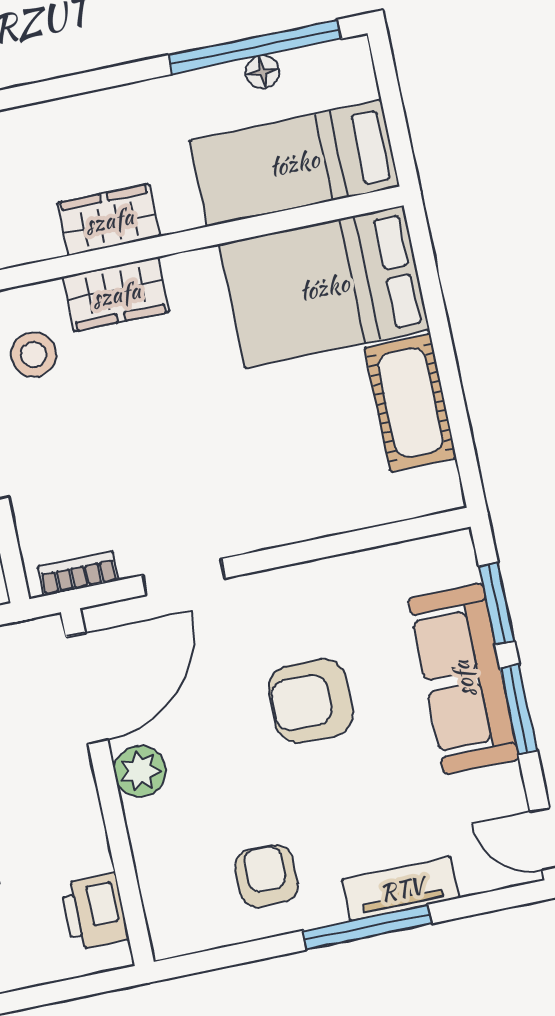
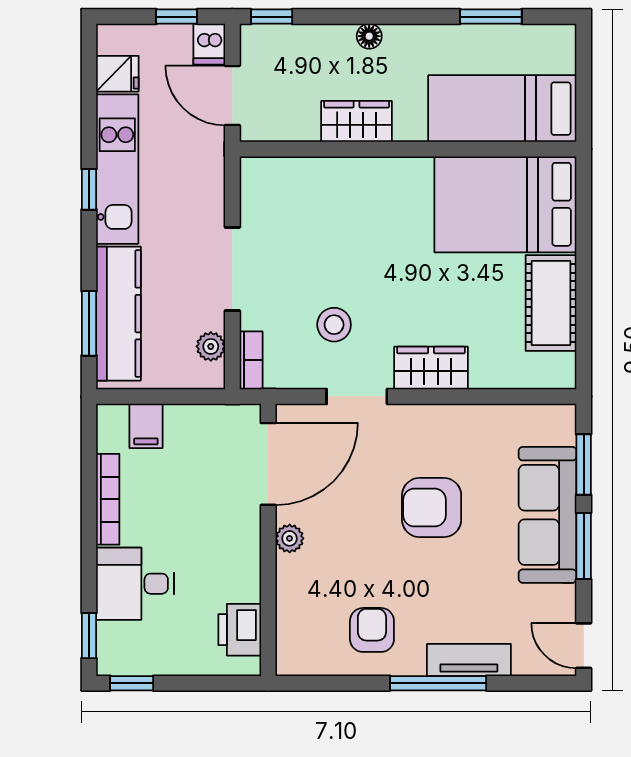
window: (255, 47) -> (491, 17), width x0.47
floor lamp: (263, 72) -> (369, 36), moved
wardrobe: (116, 294) -> (431, 368), moved, turned 180
stool: (34, 355) -> (334, 325), moved
bookcase: (78, 573) -> (251, 360), moved, turned 90
plant: (140, 771) -> (290, 538), width x0.73, depth x0.73

